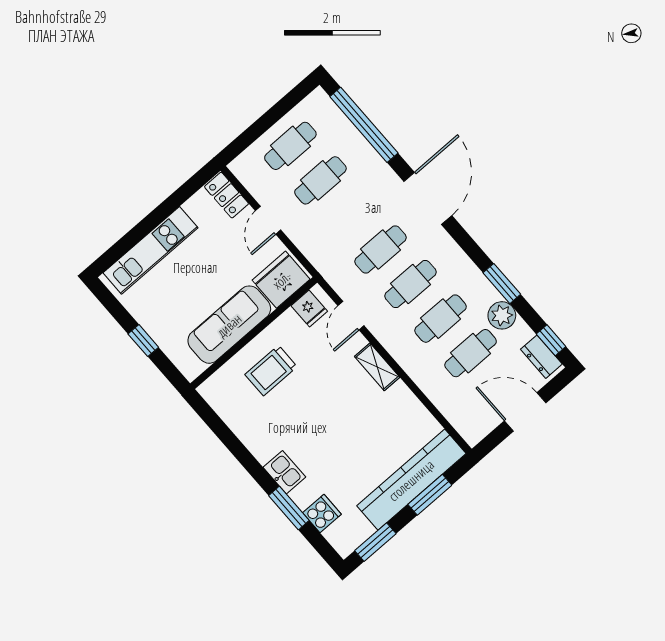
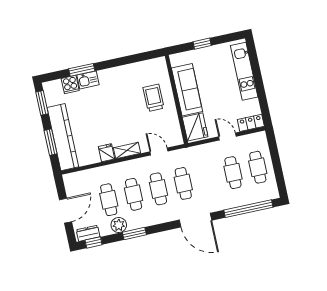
fridge: (309, 308) -> (107, 153), moved, turned 90
kitchen sink: (284, 472) -> (88, 80), moved

